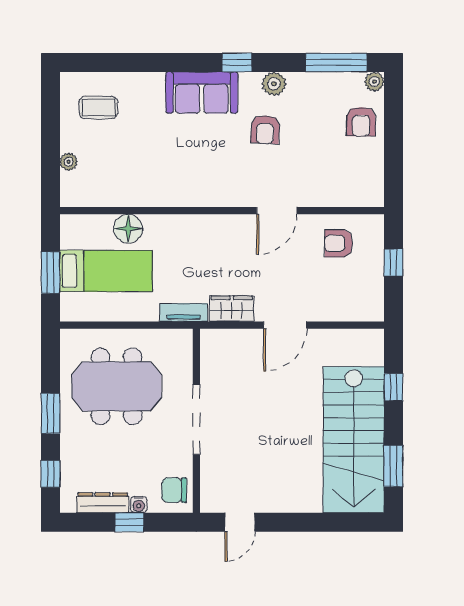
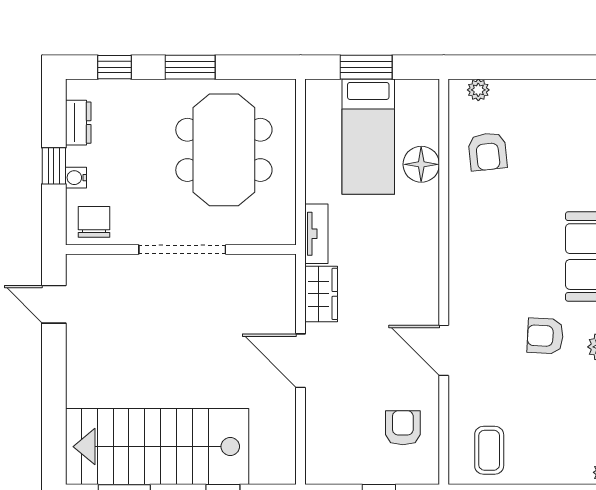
coffee table: (98, 107) -> (489, 450), moved
armchair: (361, 122) -> (488, 152), moved, turned -96
plant: (69, 162) -> (478, 90), moved
dresser: (103, 503) -> (78, 123), width x0.70

